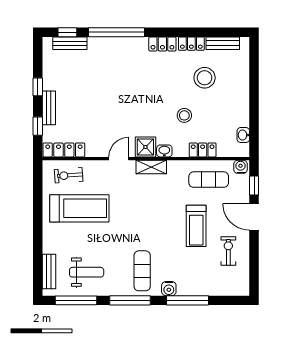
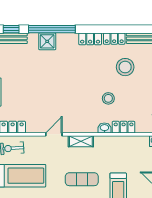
shower: (145, 147) -> (47, 41), moved
washbasin: (164, 151) -> (104, 128), moved
exercise mat: (209, 180) -> (82, 179), moved

